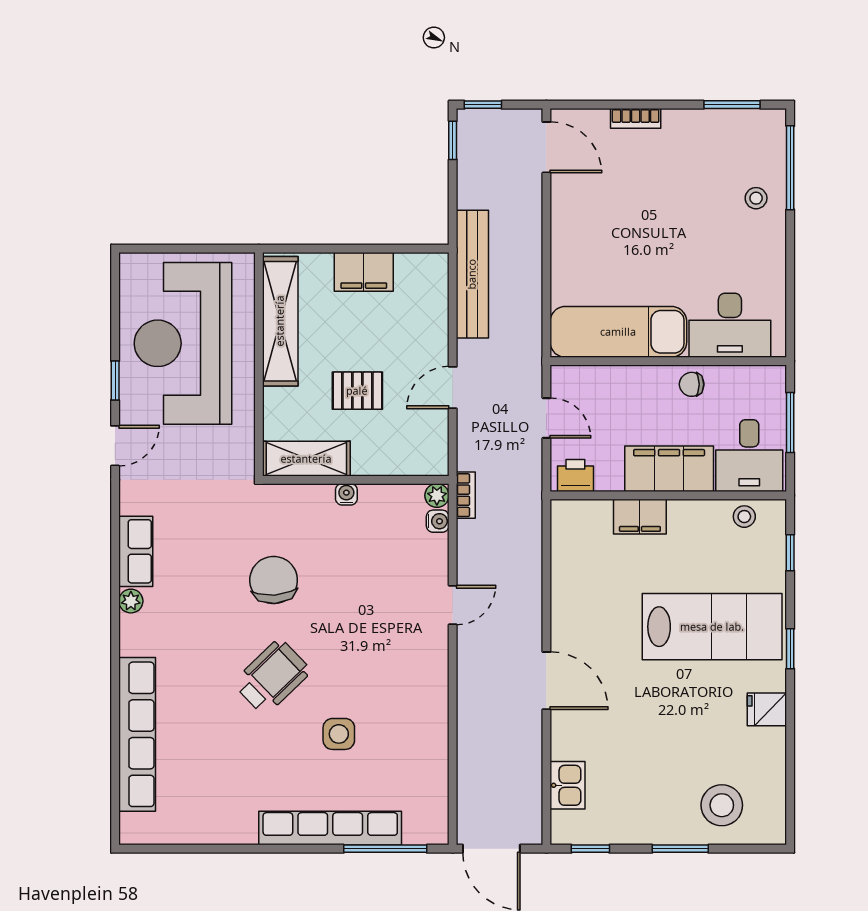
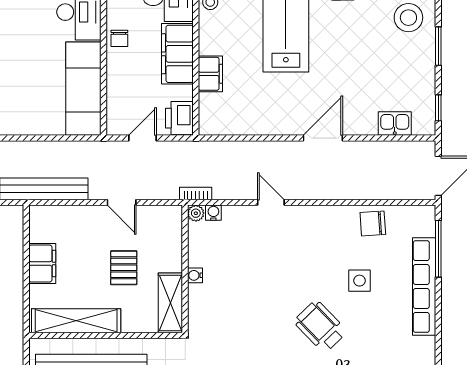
printer: (575, 475) -> (179, 118), width x1.36, depth x1.24
chair: (274, 580) -> (373, 224), moved, width x0.73, depth x0.73

